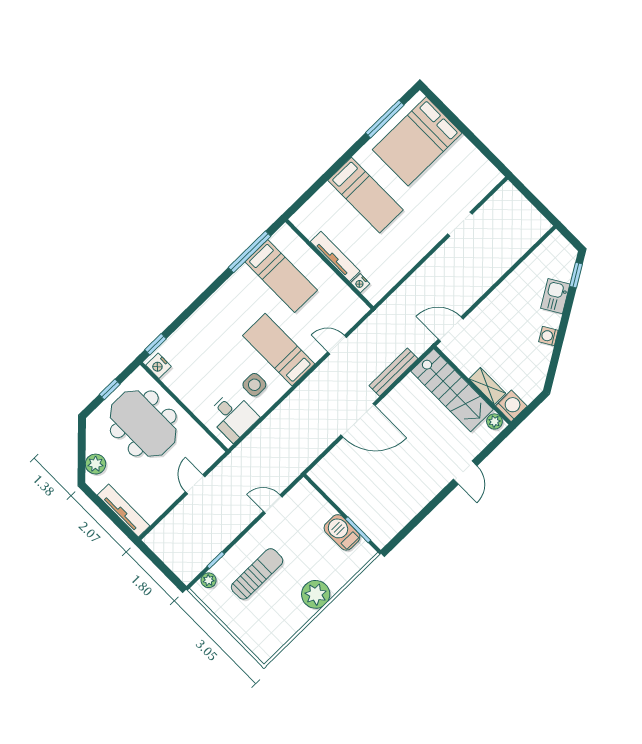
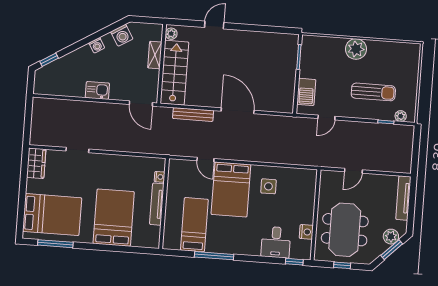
wardrobe: (483, 171) -> (36, 163), added
bed: (366, 195) -> (114, 218), width x1.50
window: (249, 252) -> (214, 256), moved
kitchen sink: (555, 296) -> (97, 90), moved, turned -149
bed: (279, 350) -> (231, 190), width x1.50
nightstand: (158, 366) -> (306, 232), moved
washing machine: (511, 406) -> (122, 35), moved, turned -121
desk: (233, 416) -> (276, 242), moved, turned 180
window: (82, 453) -> (392, 250), added
door: (273, 504) -> (326, 117), hinge flipped
barbecue: (342, 532) -> (306, 92), moved
sun lounger: (257, 574) -> (373, 92), turned 180

